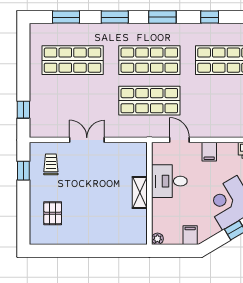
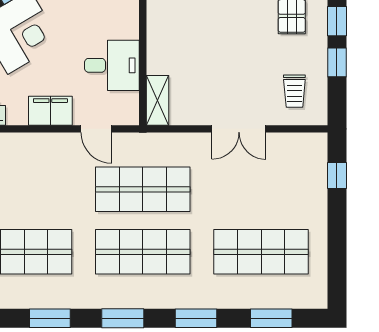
window: (210, 17) -> (50, 318), width x1.50
filing cabinet: (209, 152) -> (50, 111), width x2.00
window: (23, 171) -> (337, 62), moved
shelving: (140, 193) -> (157, 100), moved
window: (23, 210) -> (337, 21), added

